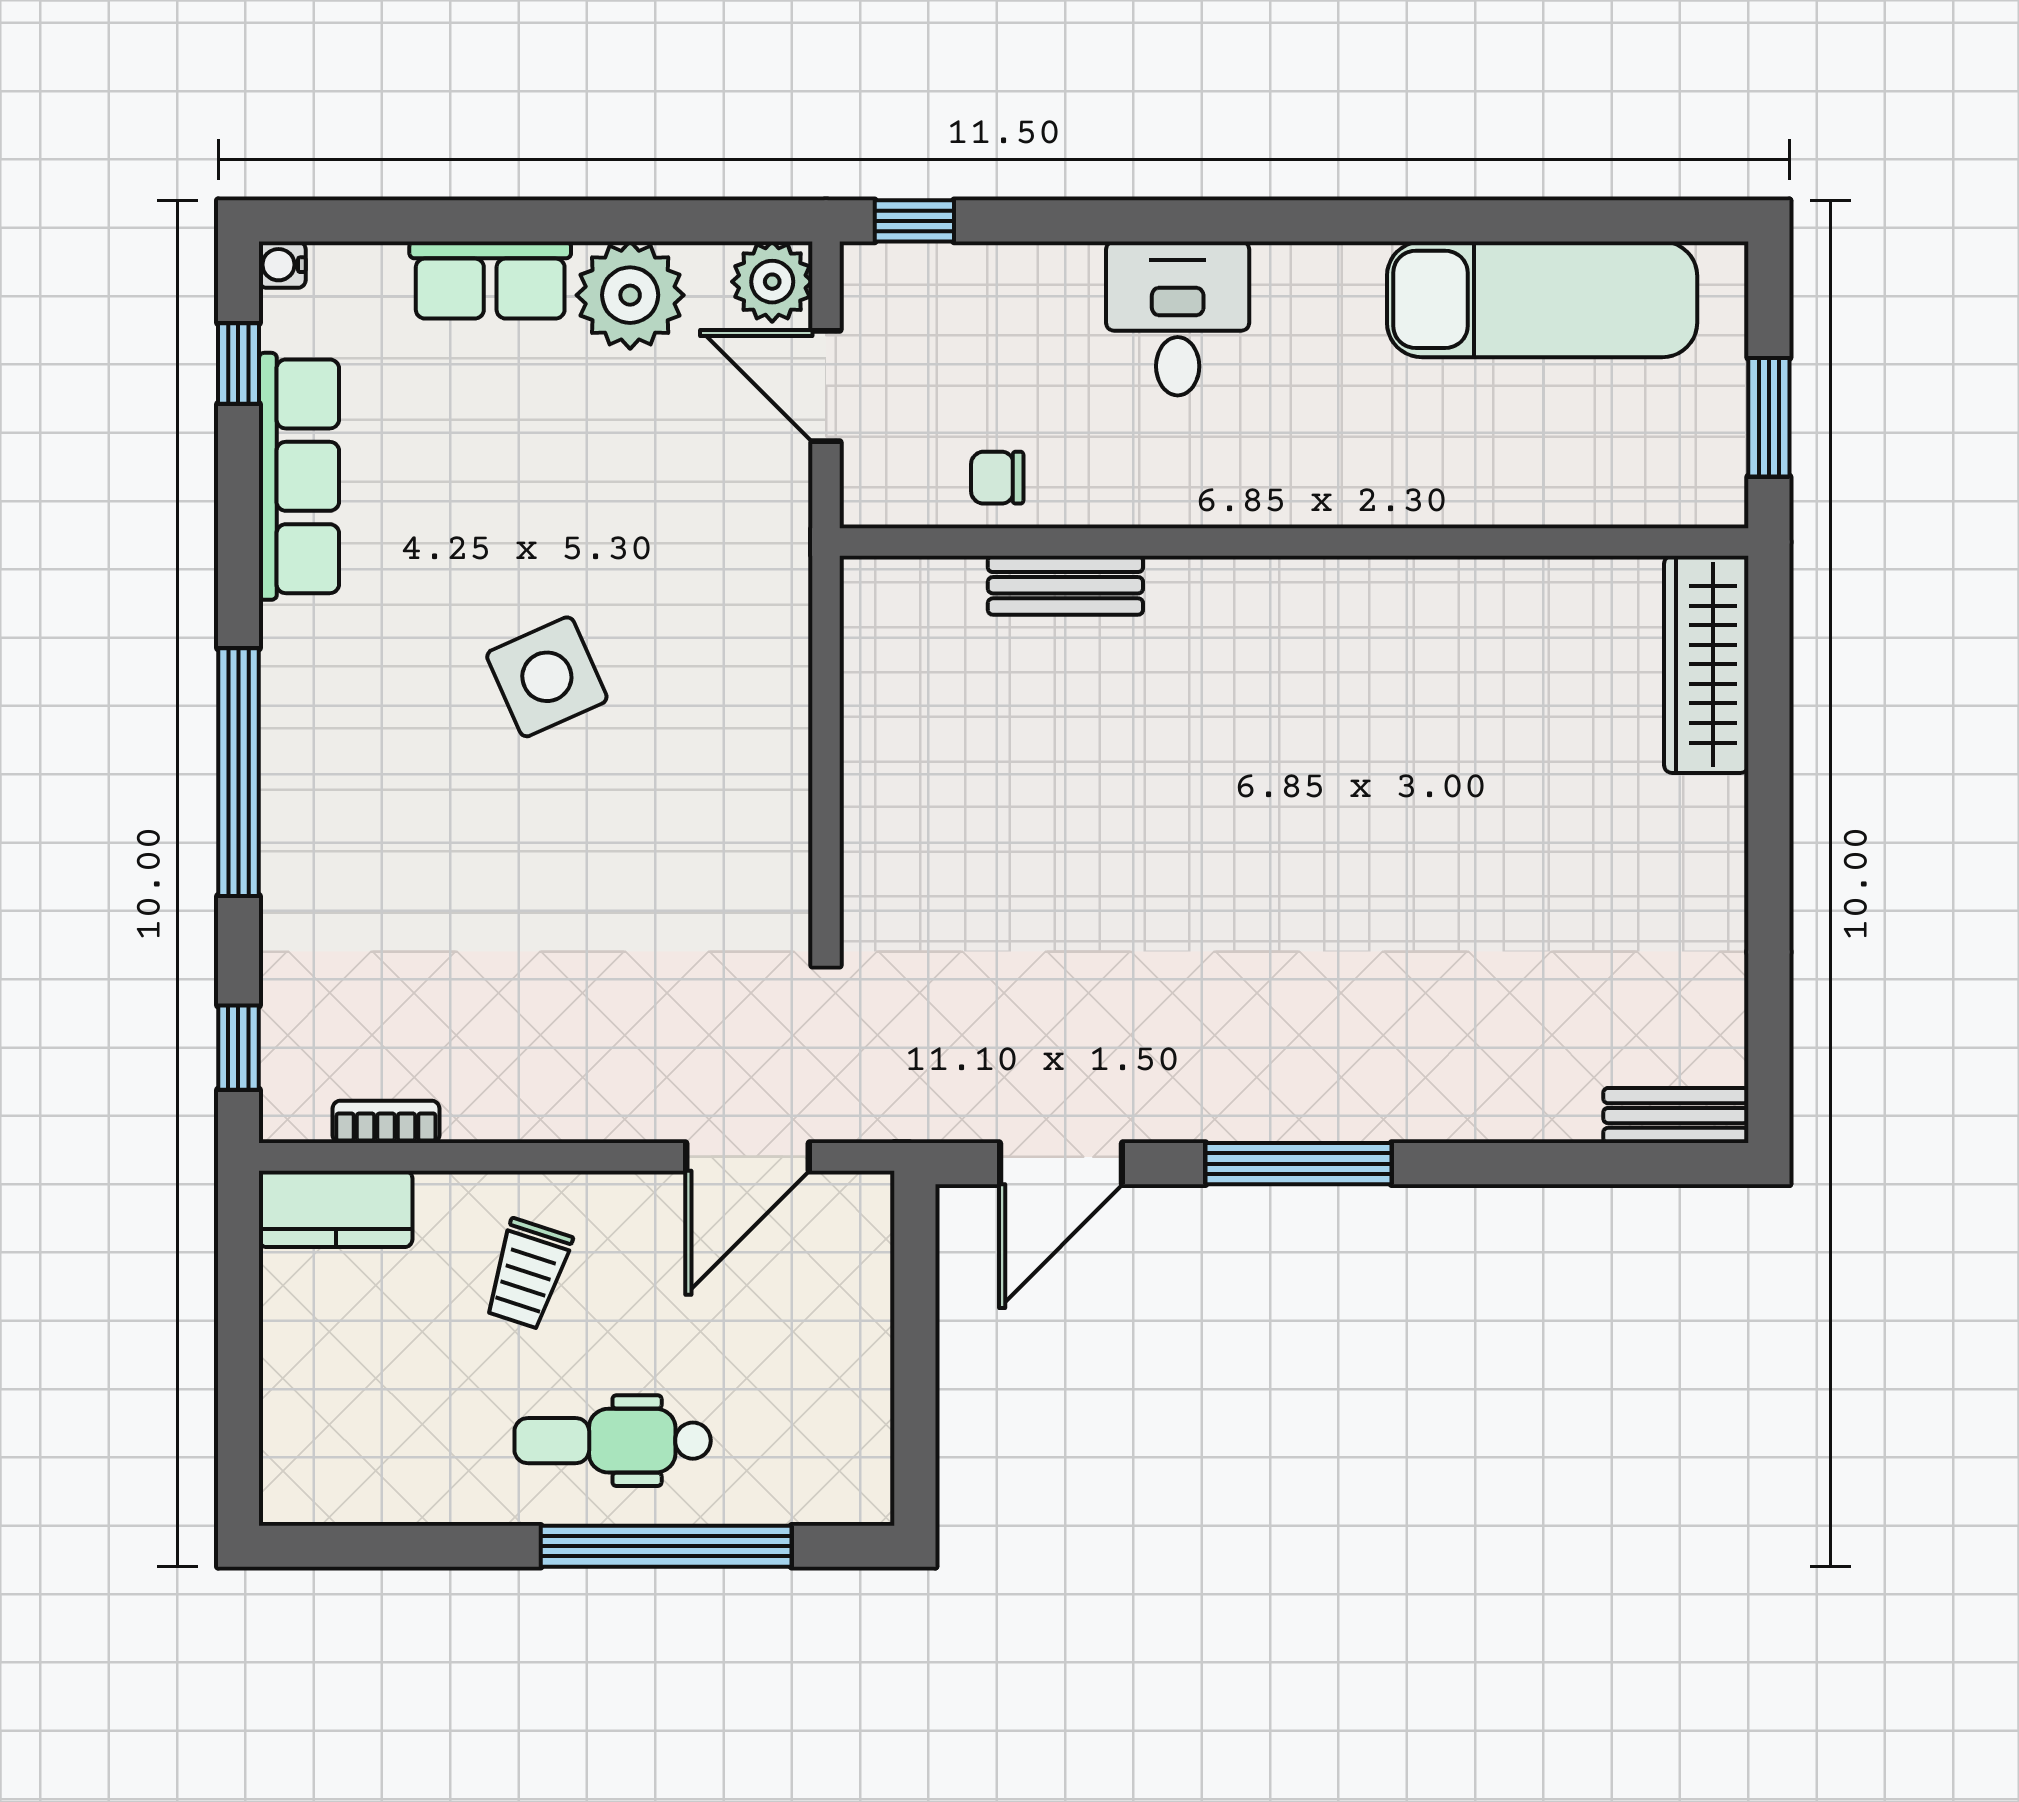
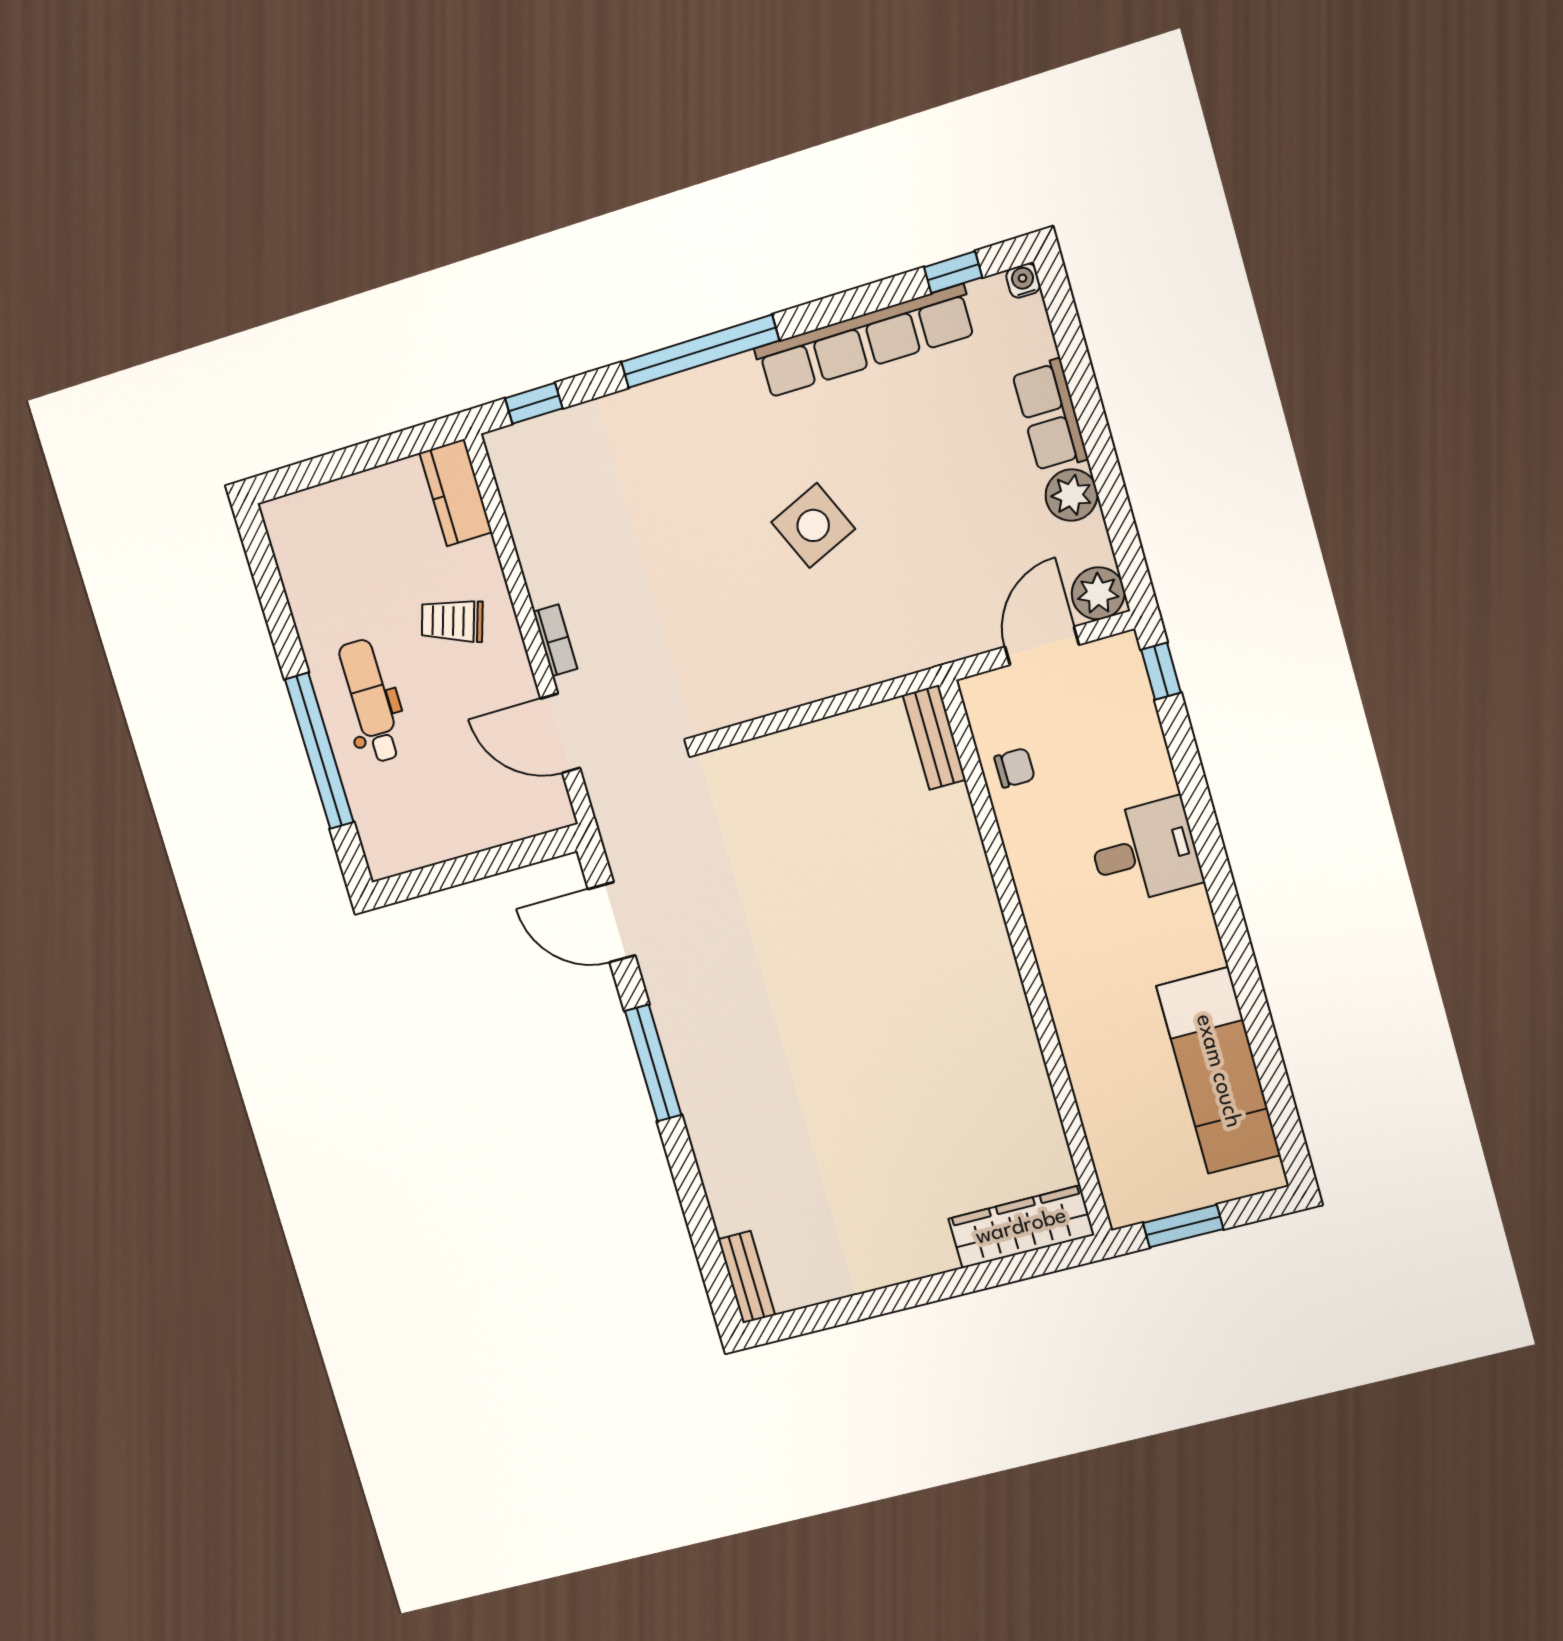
plant: (630, 295) -> (1071, 495), width x0.73, depth x0.73
row of seats: (299, 476) -> (865, 341), width x1.36
chair: (997, 478) -> (1015, 768), turned 90
bench: (1065, 585) -> (934, 737), moved
bookcase: (386, 1122) -> (555, 640), moved

